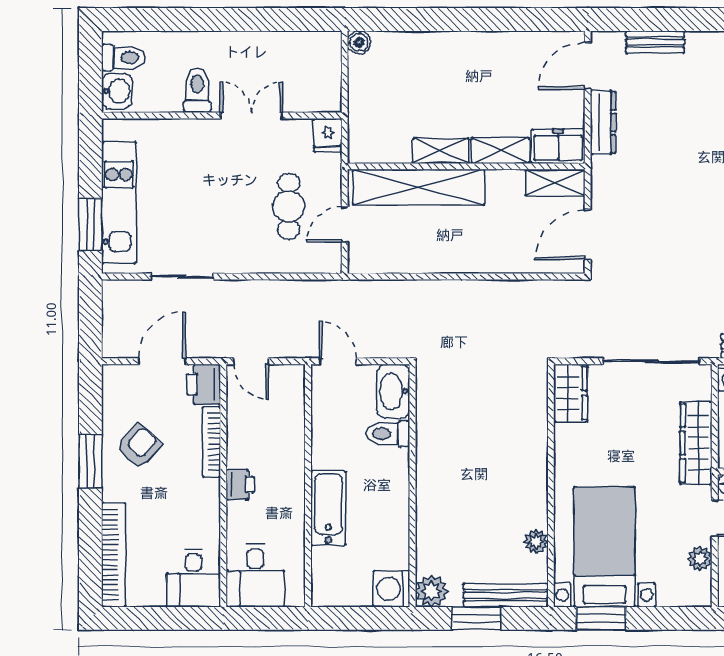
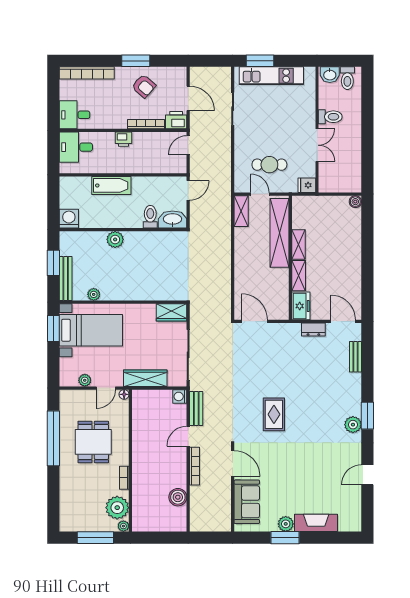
dresser: (603, 122) -> (313, 329), width x0.70
shelving: (555, 183) -> (241, 211), moved
plant: (431, 591) -> (115, 239), moved

